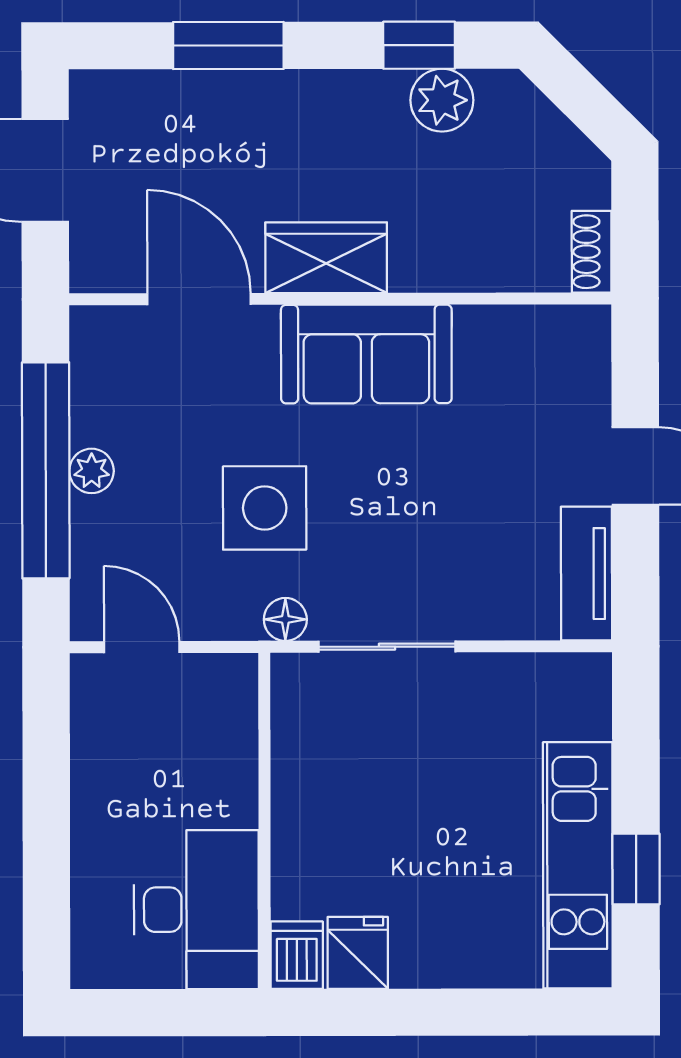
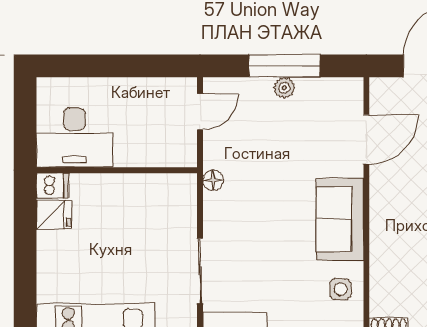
wardrobe: (326, 258) -> (386, 200), removed
window: (46, 470) -> (285, 66), width x0.68
side table: (265, 508) -> (340, 289), moved, width x0.54, depth x0.54
sliding door: (387, 647) -> (200, 271), moved

